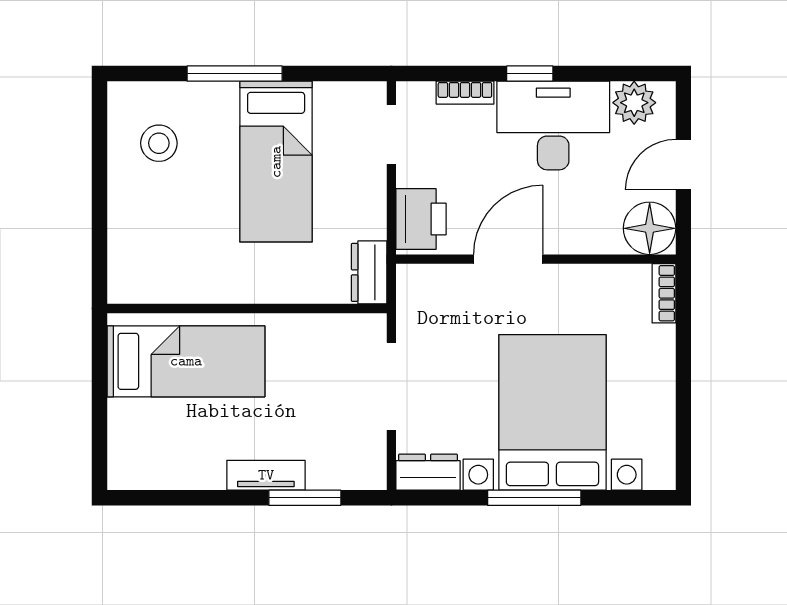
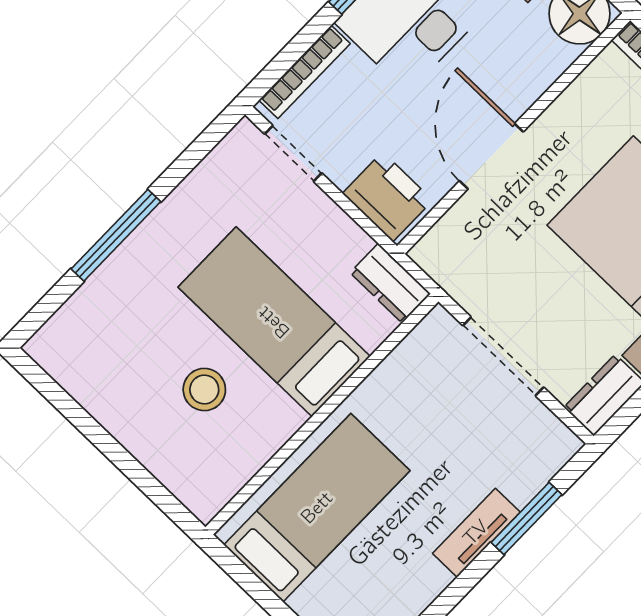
bookcase: (465, 93) -> (304, 72), width x1.56
stool: (159, 143) -> (204, 389), moved
bed: (276, 162) -> (274, 322), moved, turned 180

